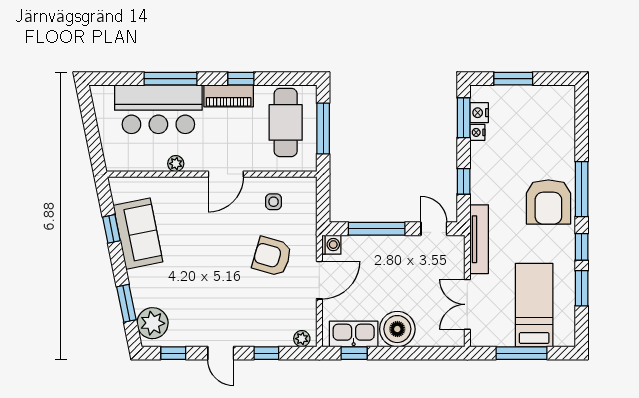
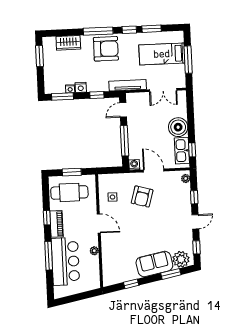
window: (513, 79) -> (40, 56), moved
nightstand: (479, 113) -> (81, 87), moved
window: (323, 128) -> (72, 172), width x0.69
wardrobe: (563, 133) -> (68, 43), added
sofa: (138, 234) -> (154, 264), moved

